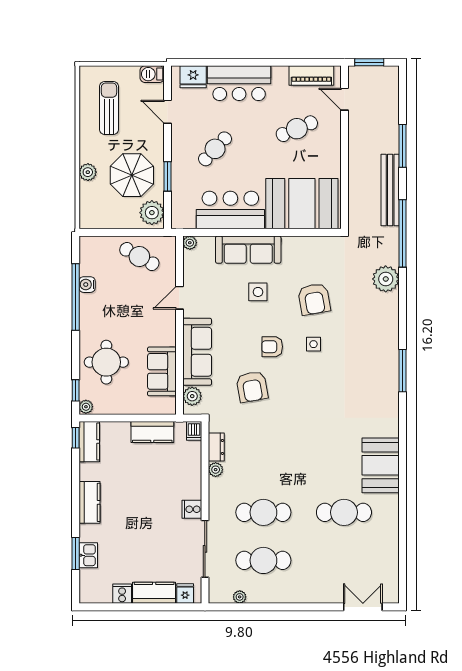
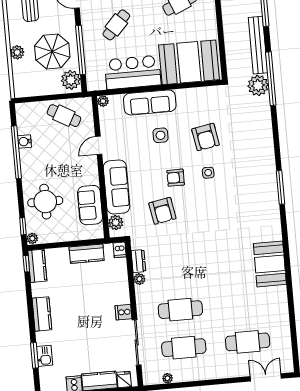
window: (168, 176) -> (81, 50), width x2.11
plant: (386, 279) -> (258, 85), moved
cafe table: (344, 512) -> (248, 342), moved

